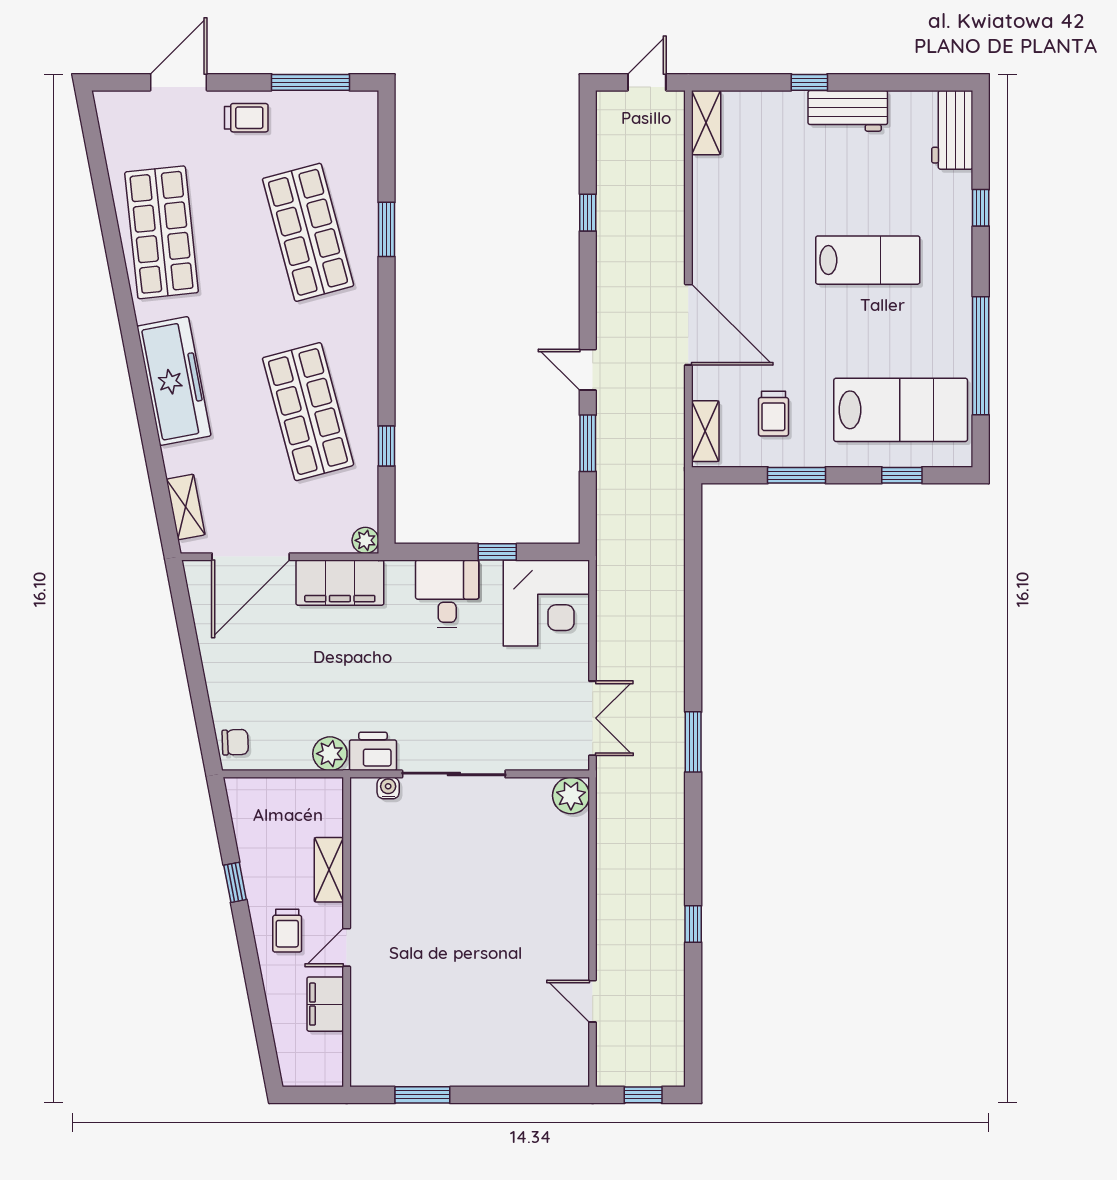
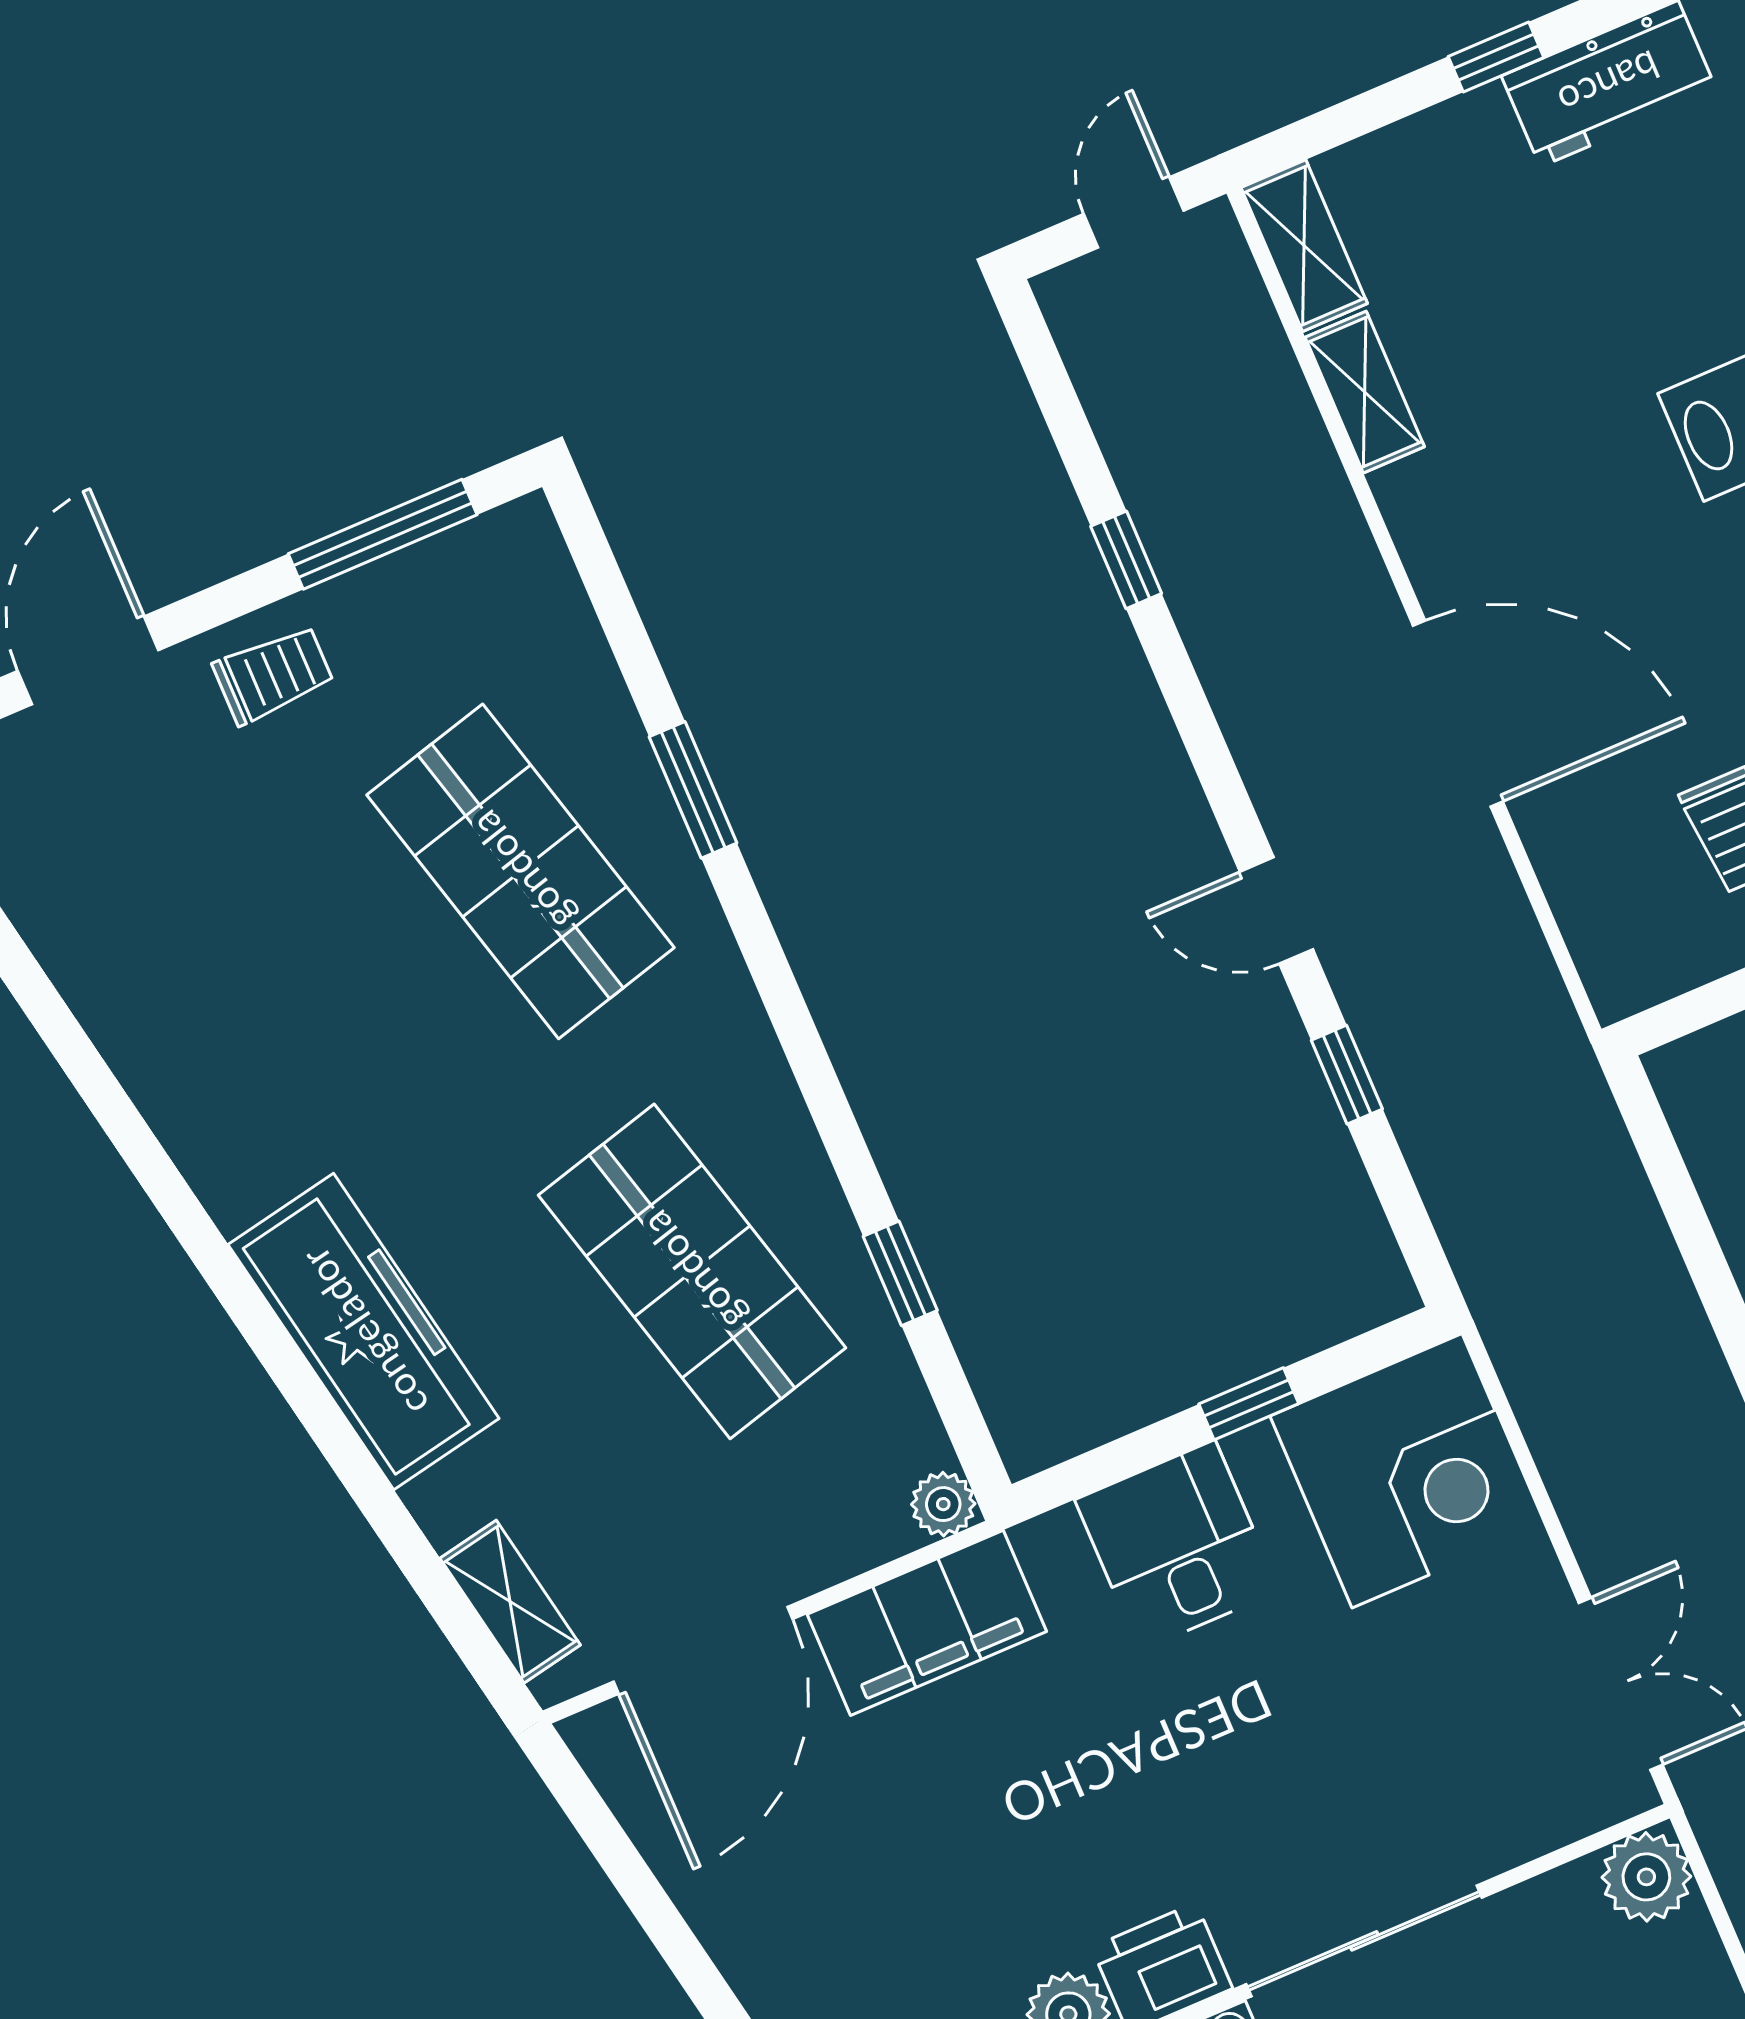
shop shelf: (162, 232) -> (194, 1011), removed
shelving: (705, 431) -> (1365, 392), moved
window: (588, 443) -> (1347, 1075), width x0.67

